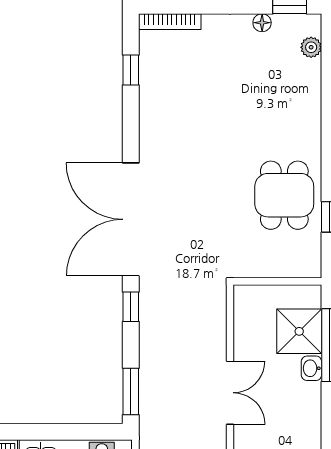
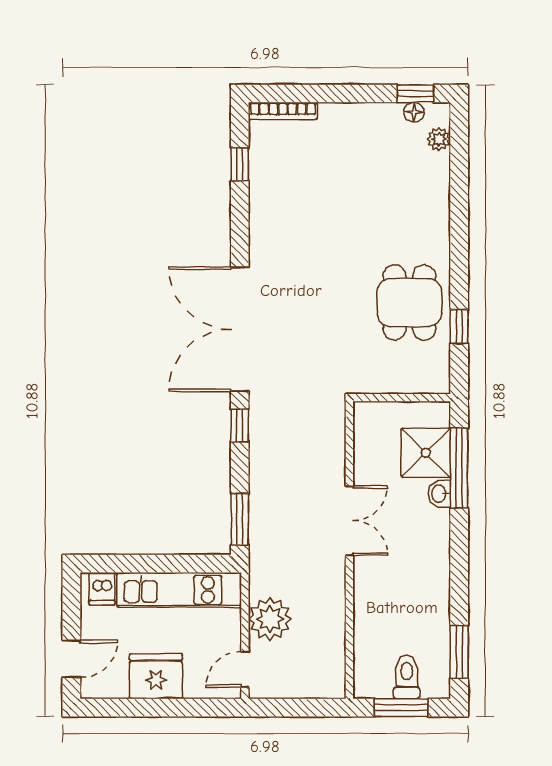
floor lamp: (262, 23) -> (414, 112), moved

